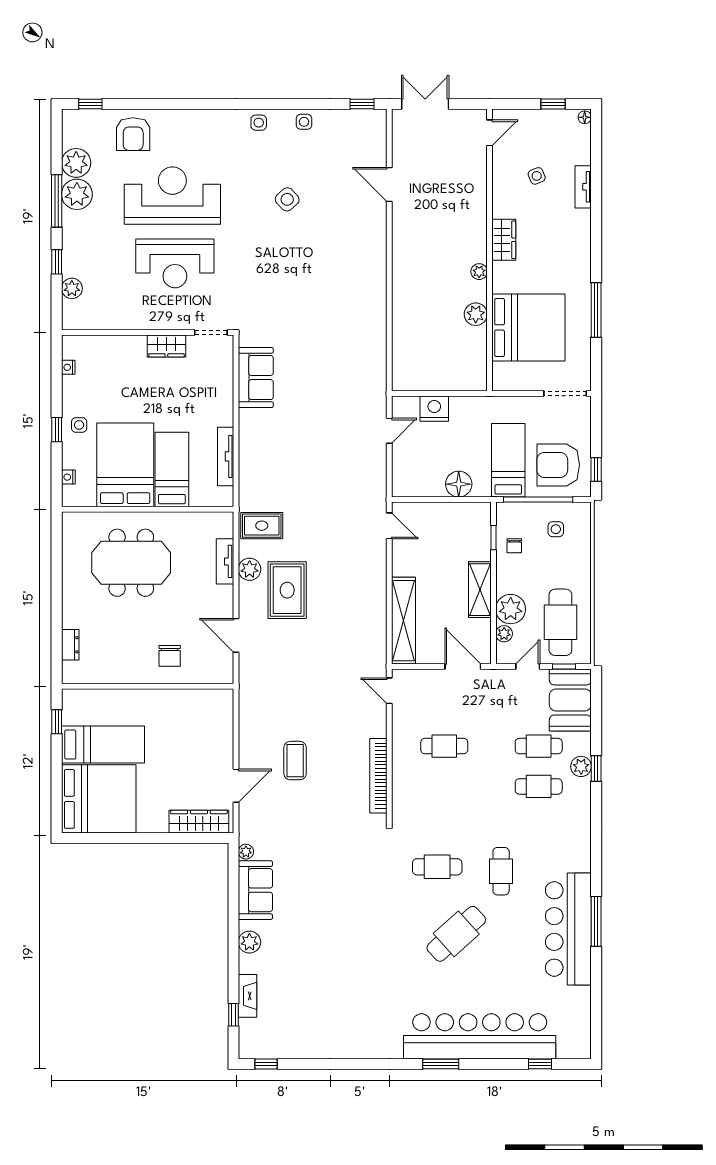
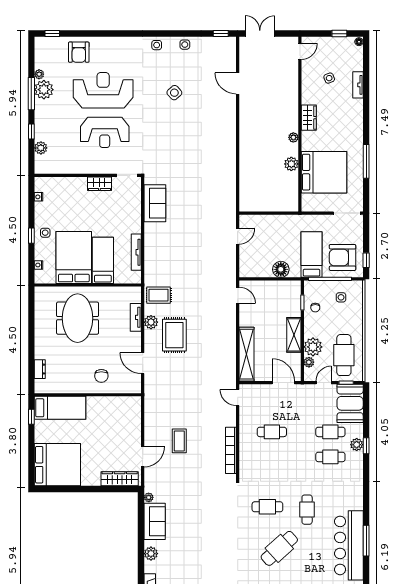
plant: (76, 163) -> (39, 74), width x0.53, depth x0.53
nightstand: (434, 409) -> (266, 222), removed
meeting table: (131, 563) -> (78, 318), turned 90
bed: (103, 745) -> (60, 408), moved

